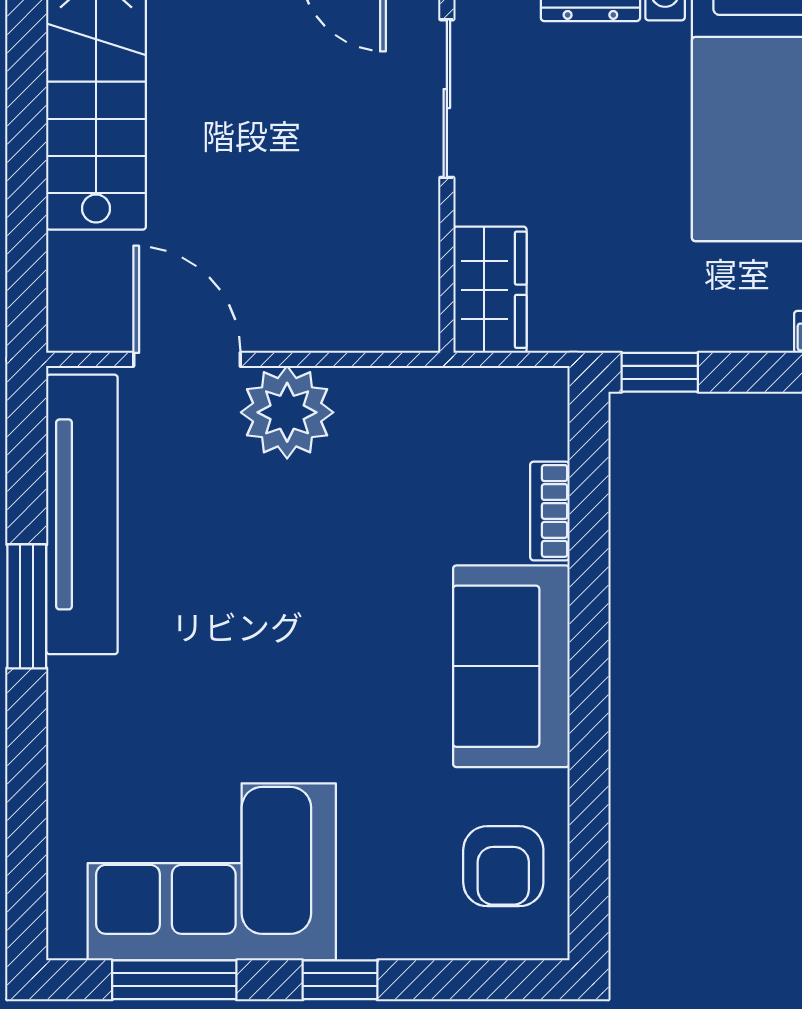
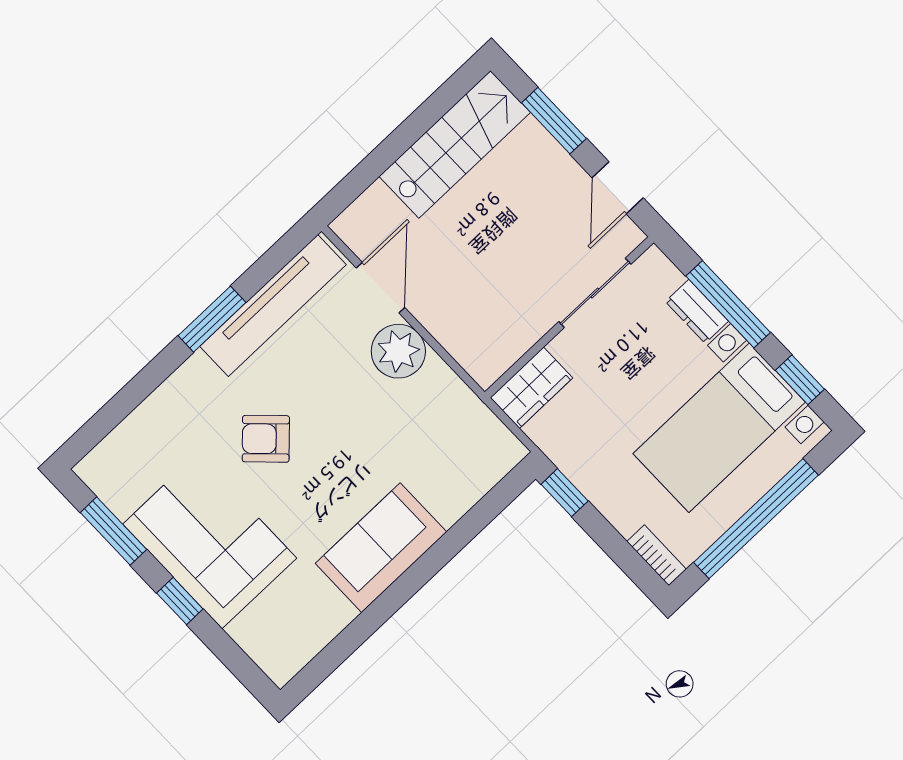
bookcase: (550, 511) -> (462, 502), removed
armchair: (503, 866) -> (266, 439), moved, turned 44
corner sofa: (212, 872) -> (210, 541), moved

